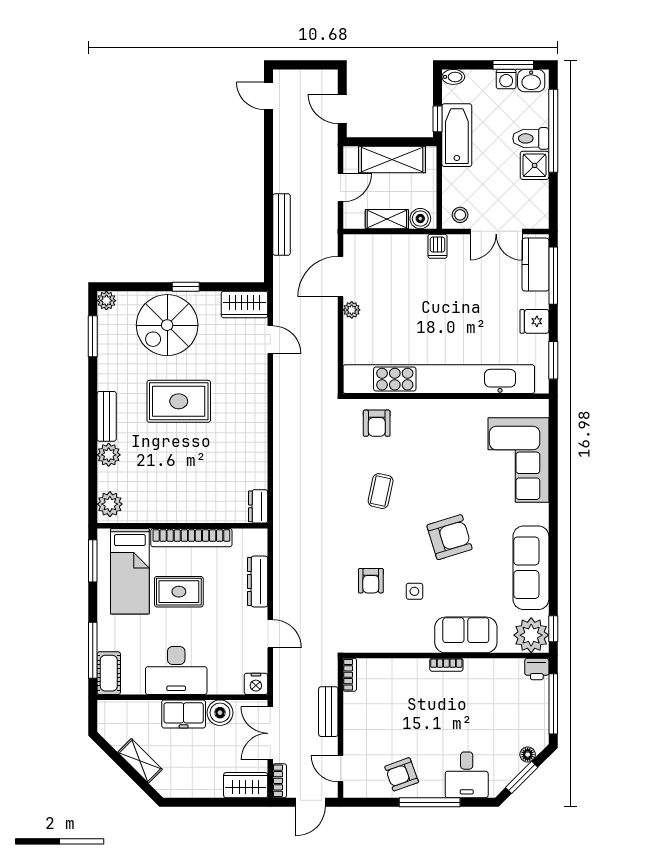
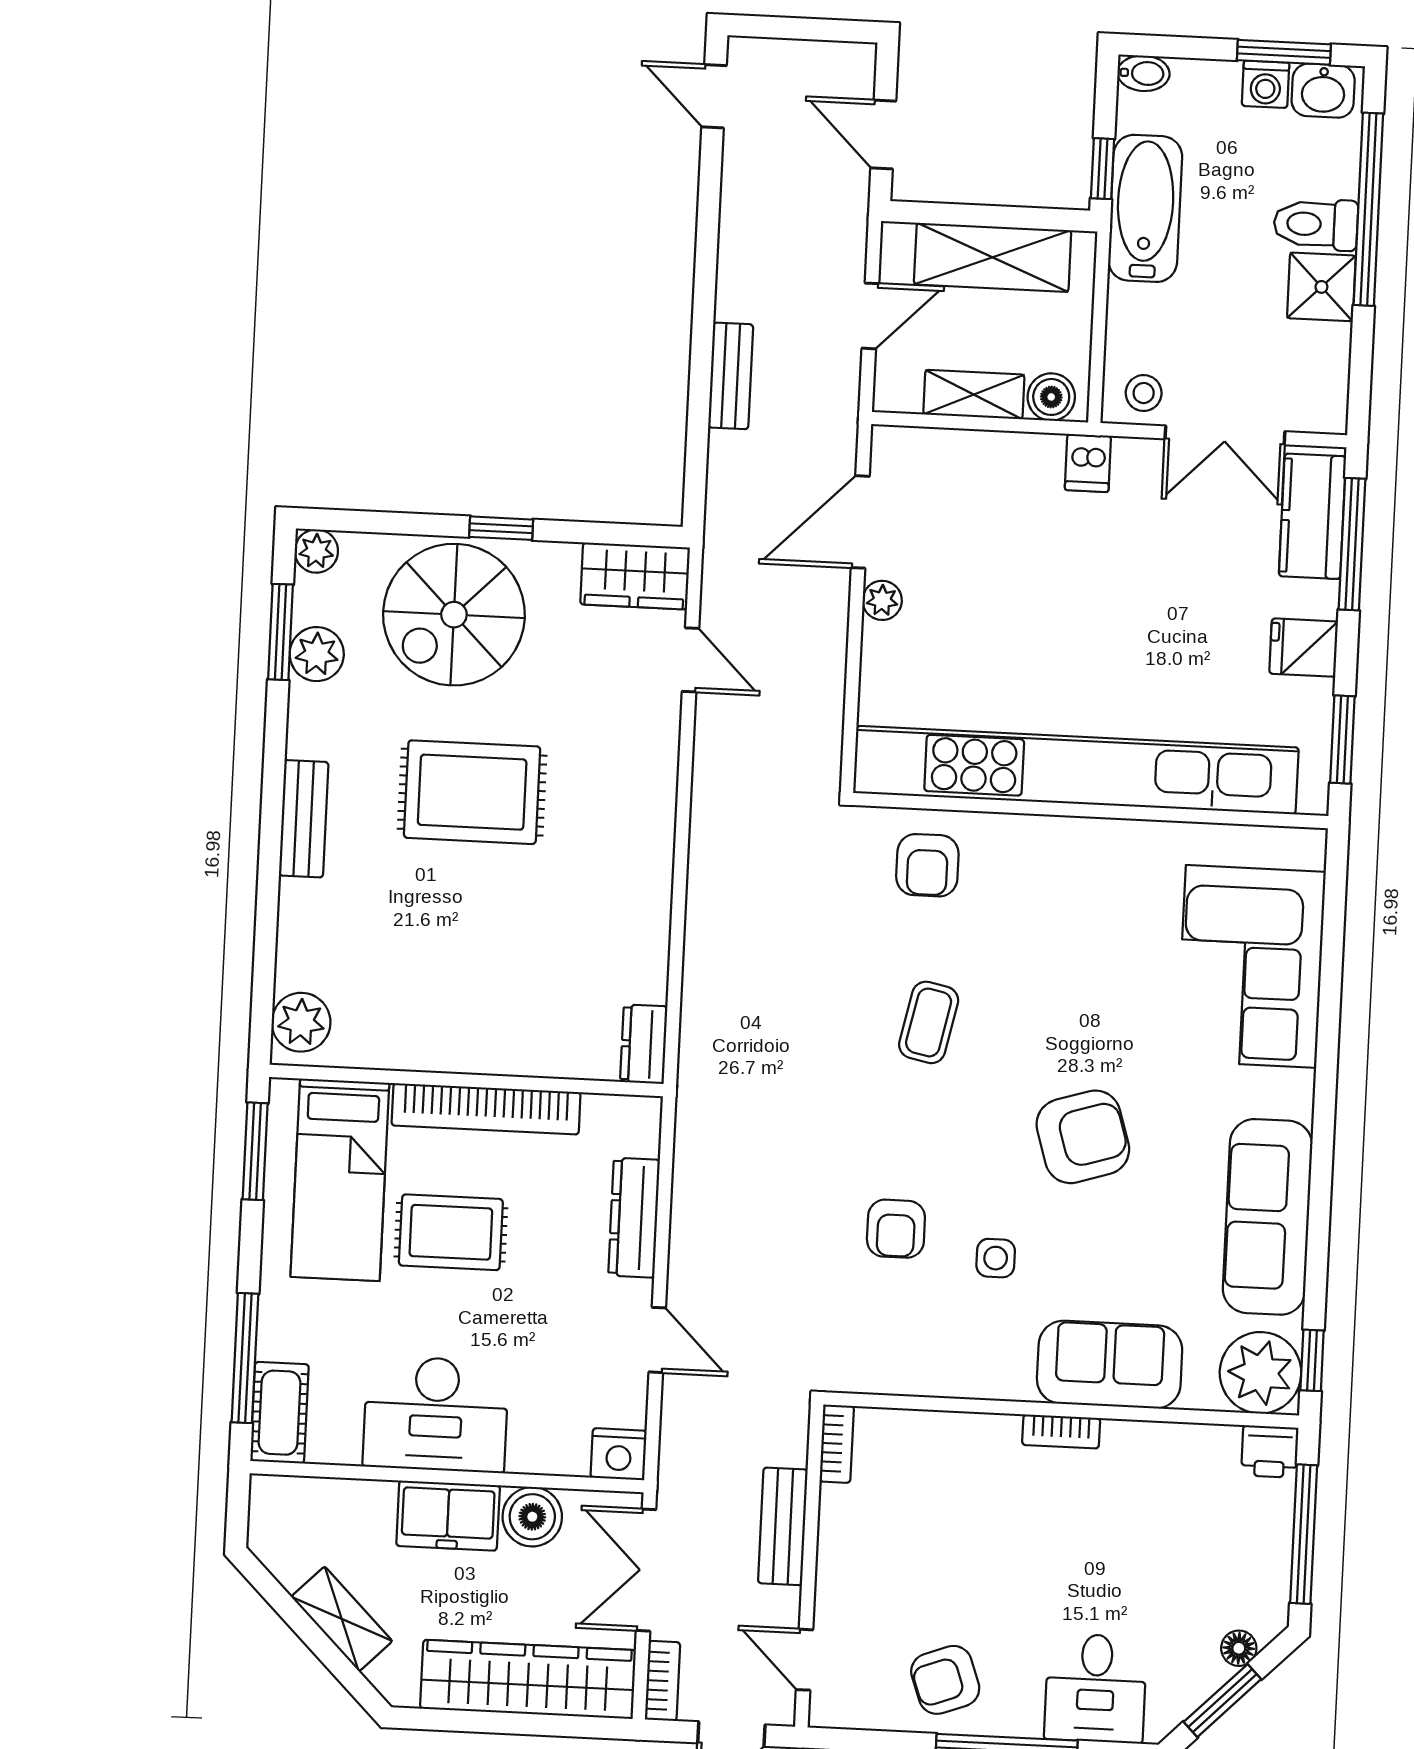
bench: (281, 224) -> (731, 376), width x0.73
plant: (109, 455) -> (317, 654), moved
wardrobe: (246, 785) -> (528, 1679), width x2.10, depth x1.17

